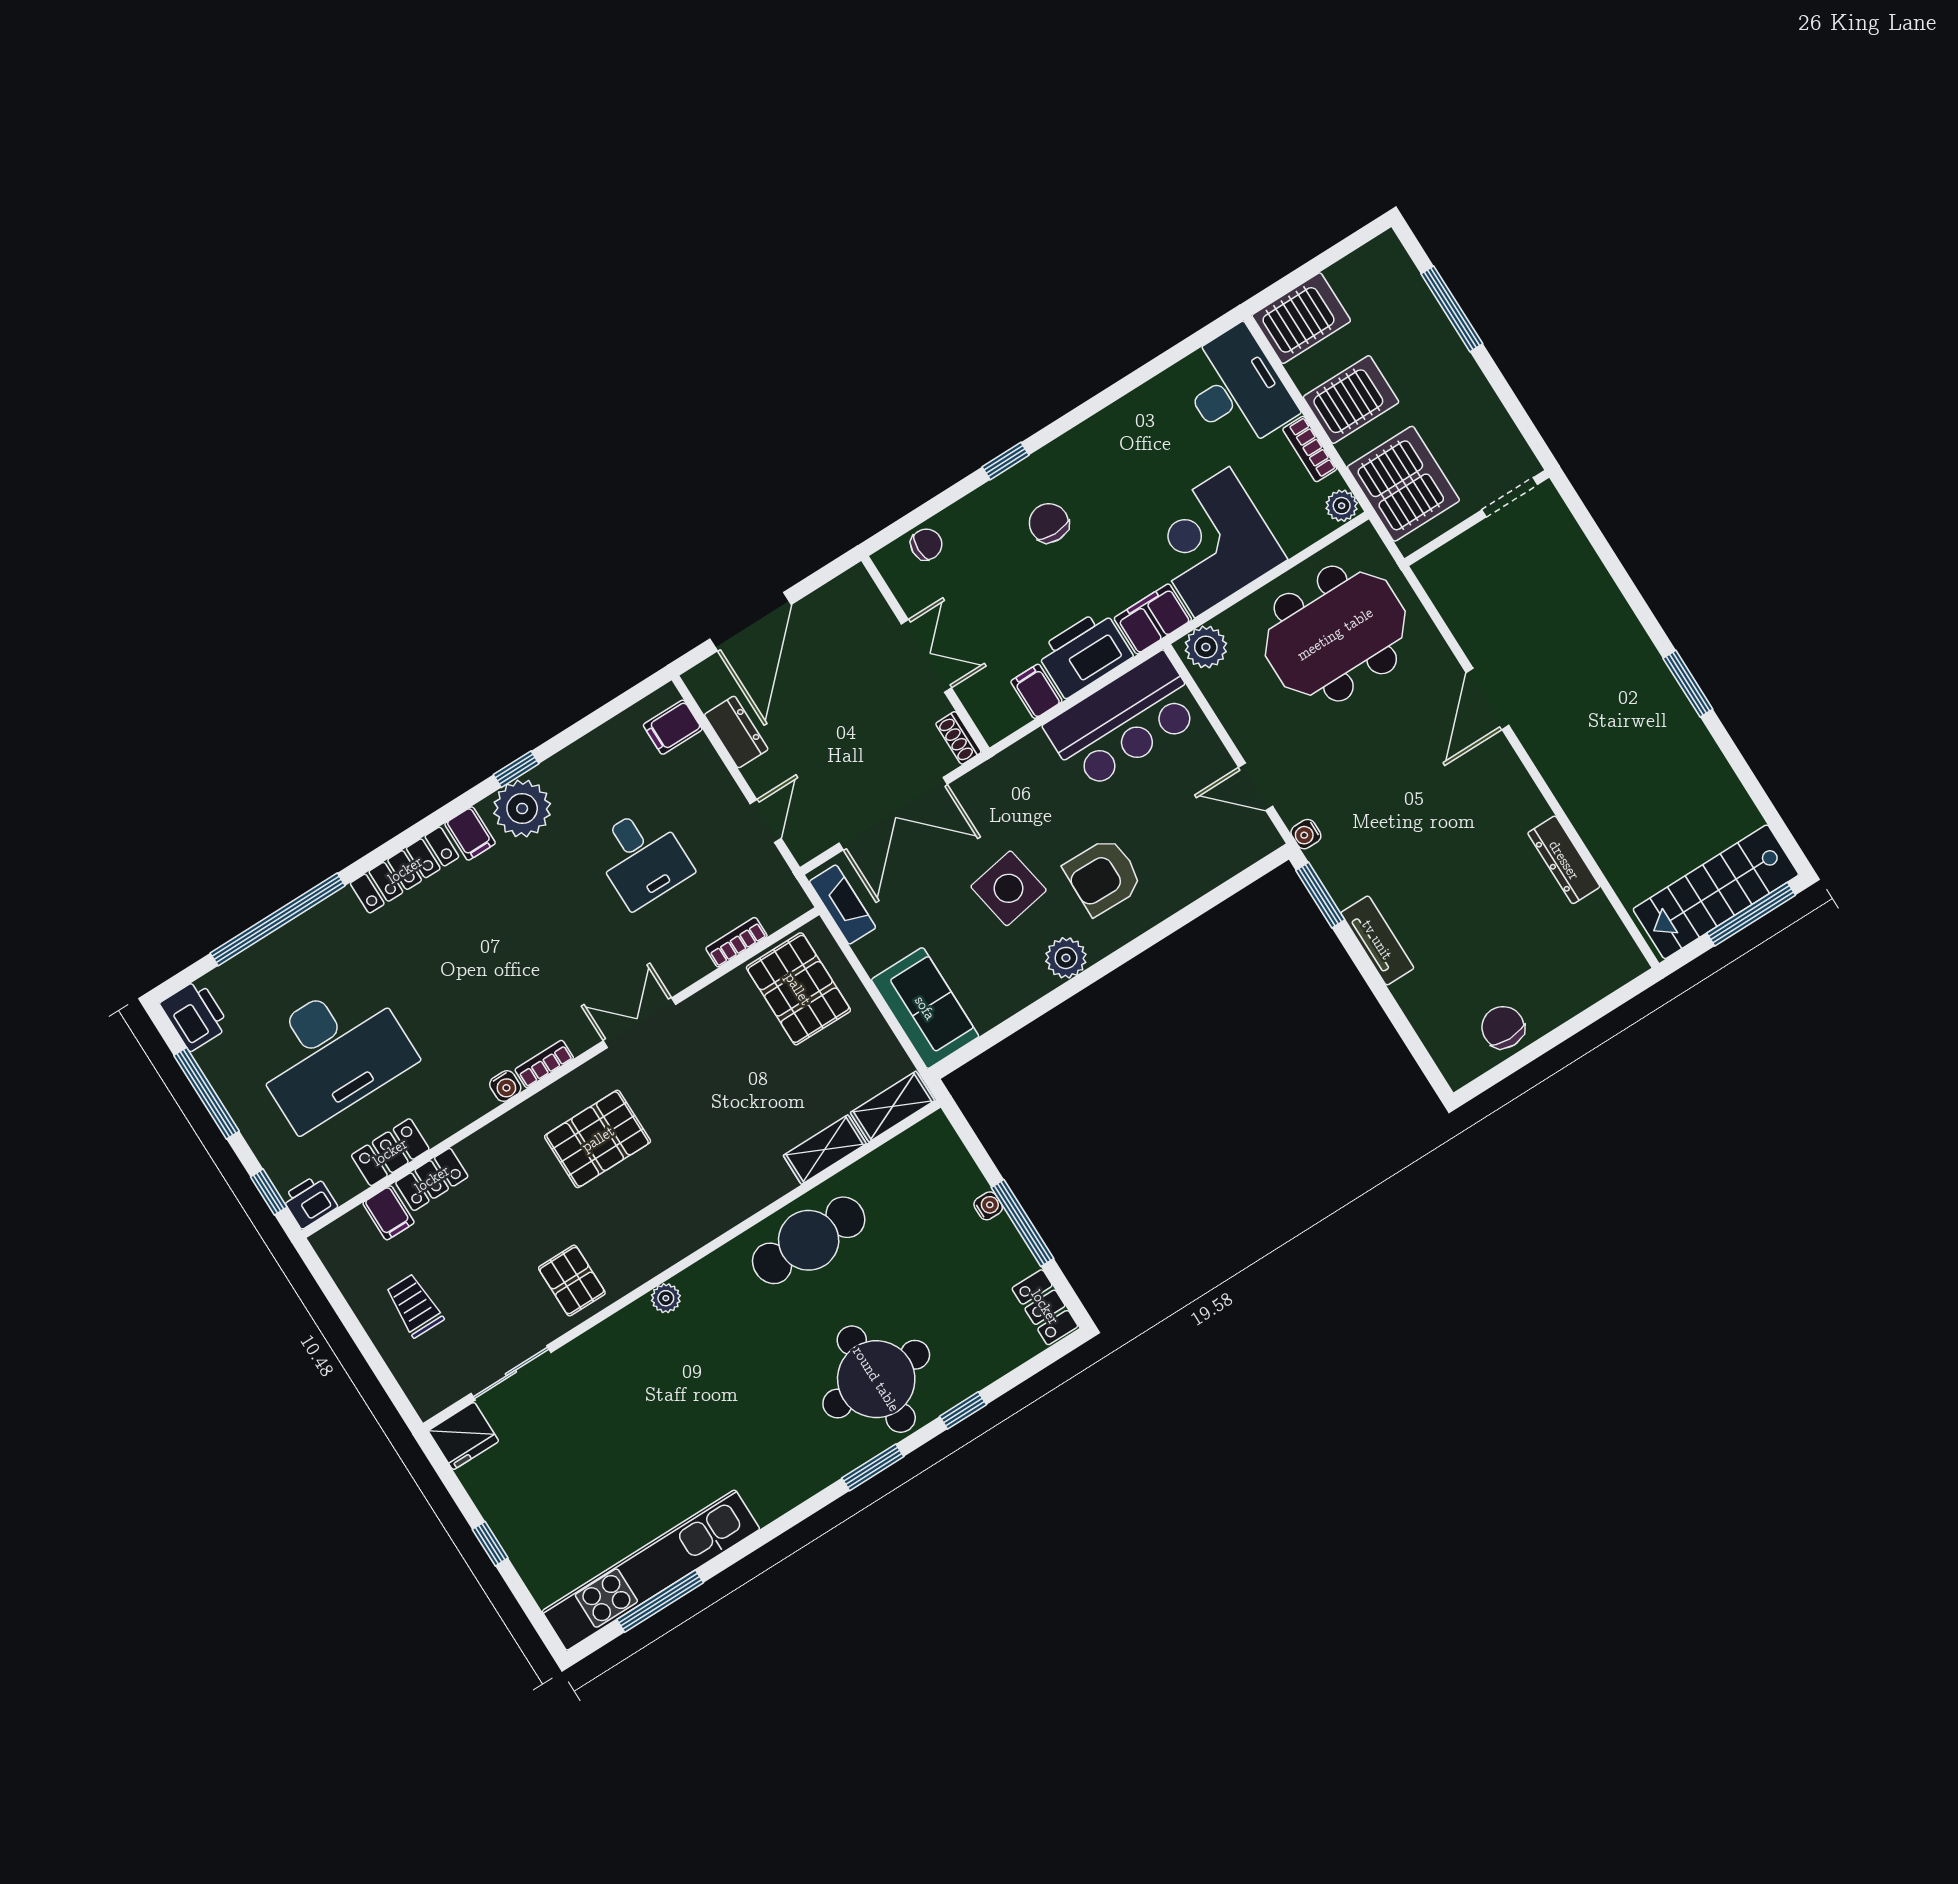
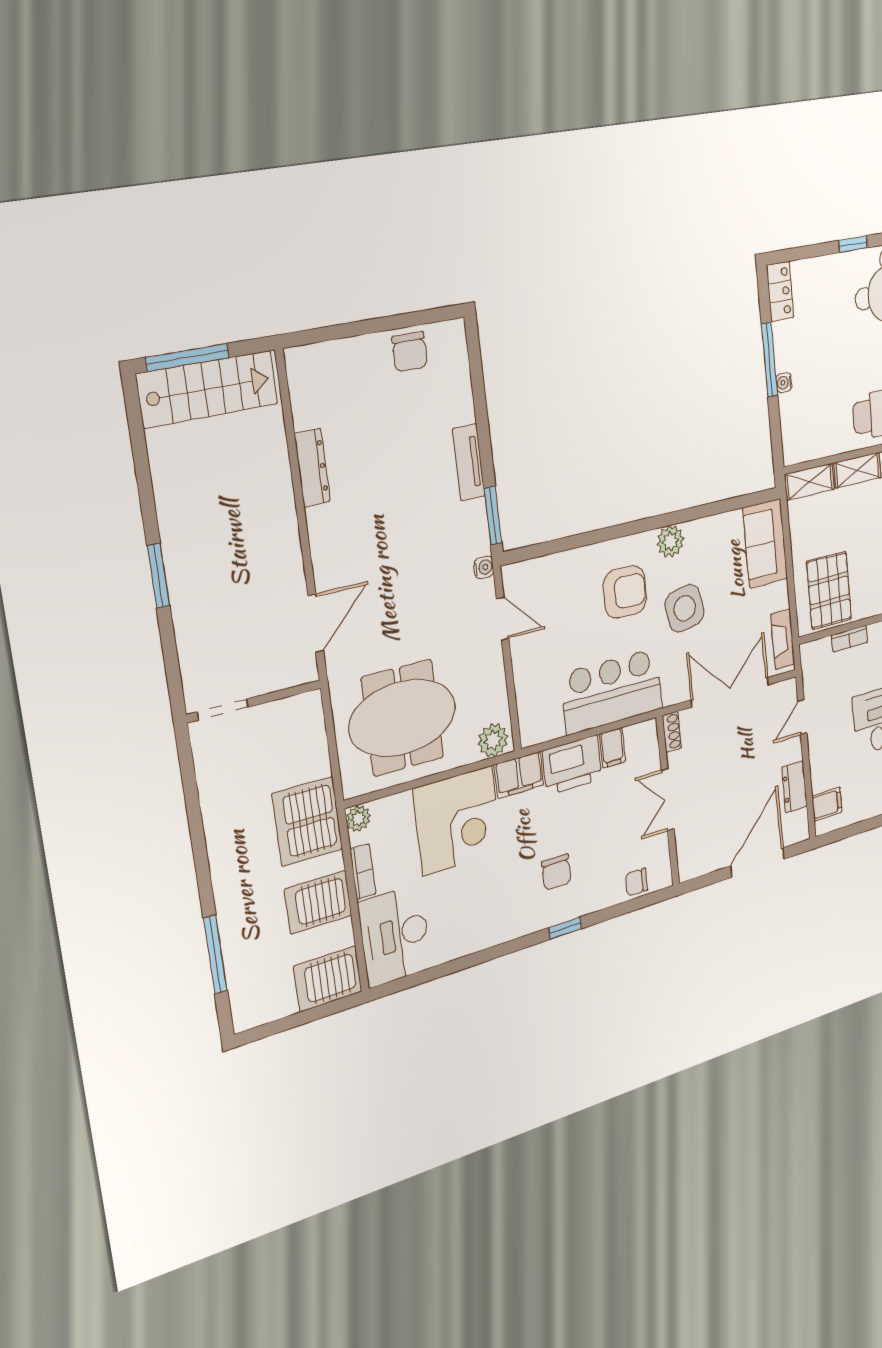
doorway: (1510, 497) -> (223, 709), moved
wall: (1477, 518) -> (254, 701), moved
bar counter: (1124, 721) -> (612, 691), moved

